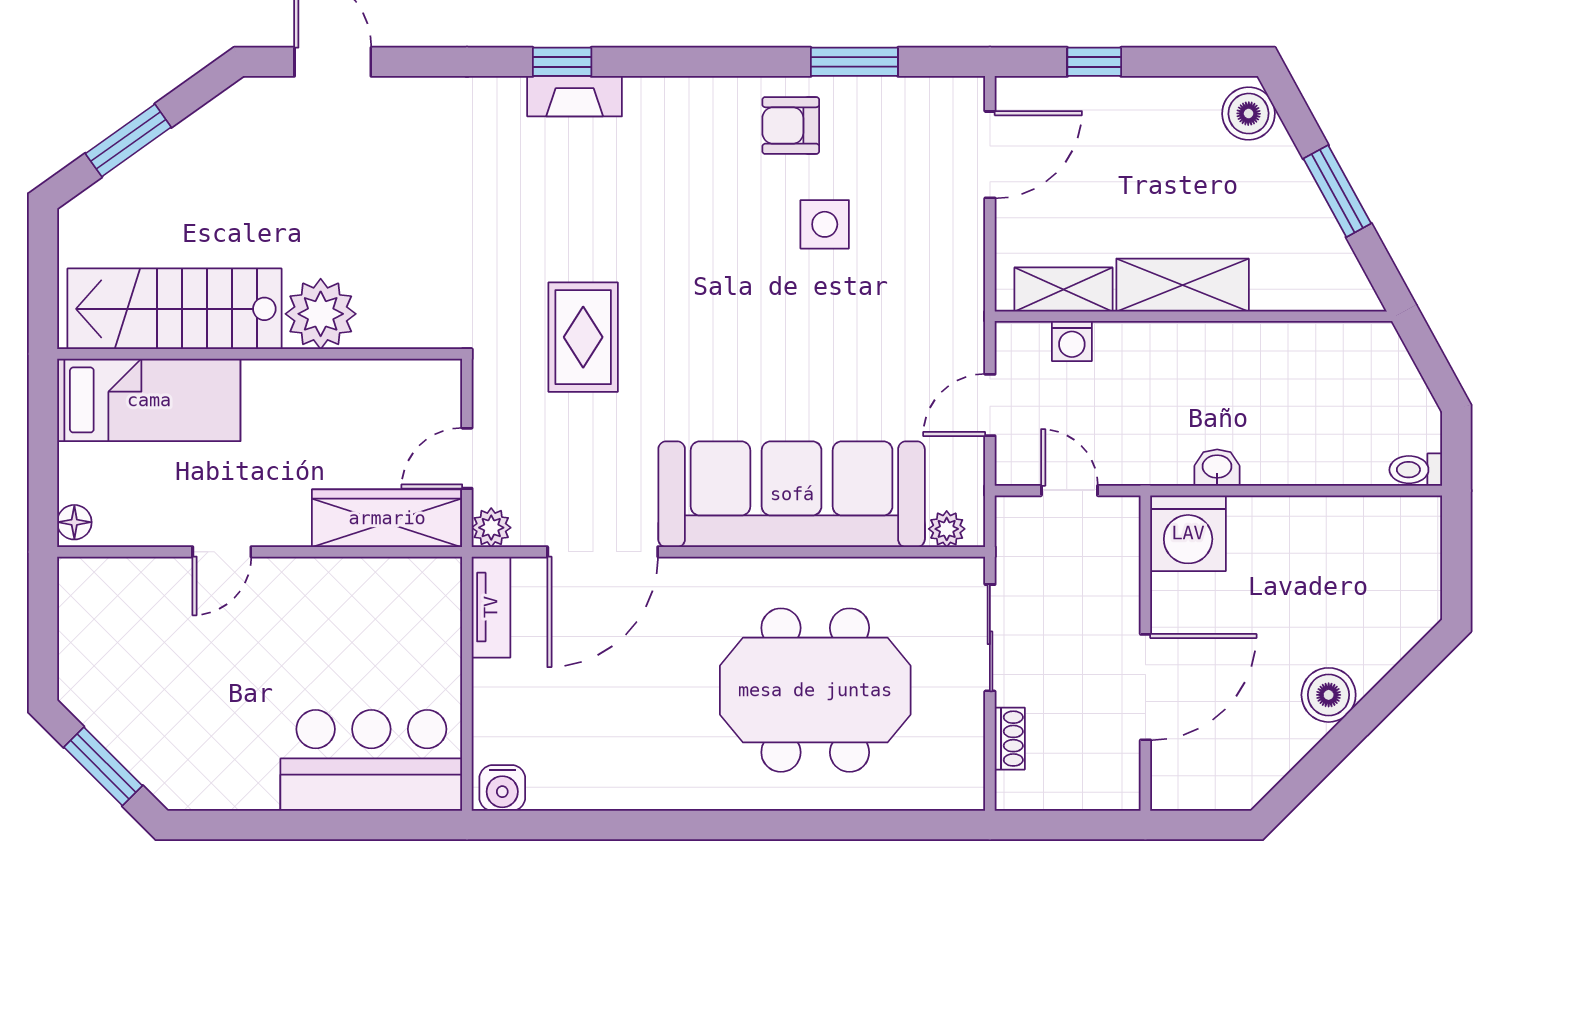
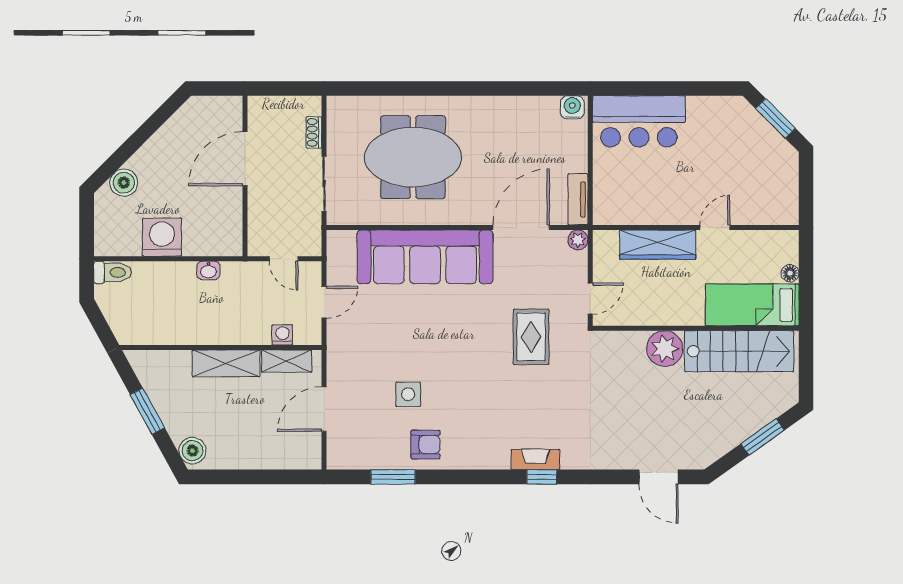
window: (1094, 62) -> (271, 477), removed
door: (990, 155) -> (324, 409), moved
door: (467, 458) -> (590, 299), moved
toilet: (1416, 470) -> (113, 272), width x1.37, depth x1.39
wardrobe: (387, 518) -> (658, 245), moved
floor lamp: (74, 522) -> (790, 273), moved
plant: (947, 529) -> (346, 239), removed
washing machine: (1188, 533) -> (162, 237), moved
boiler: (1329, 695) -> (124, 183), moved

